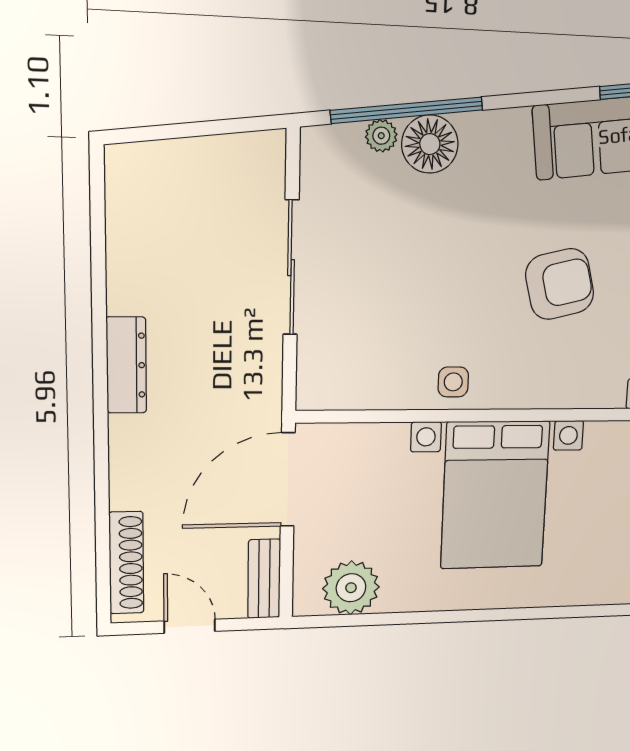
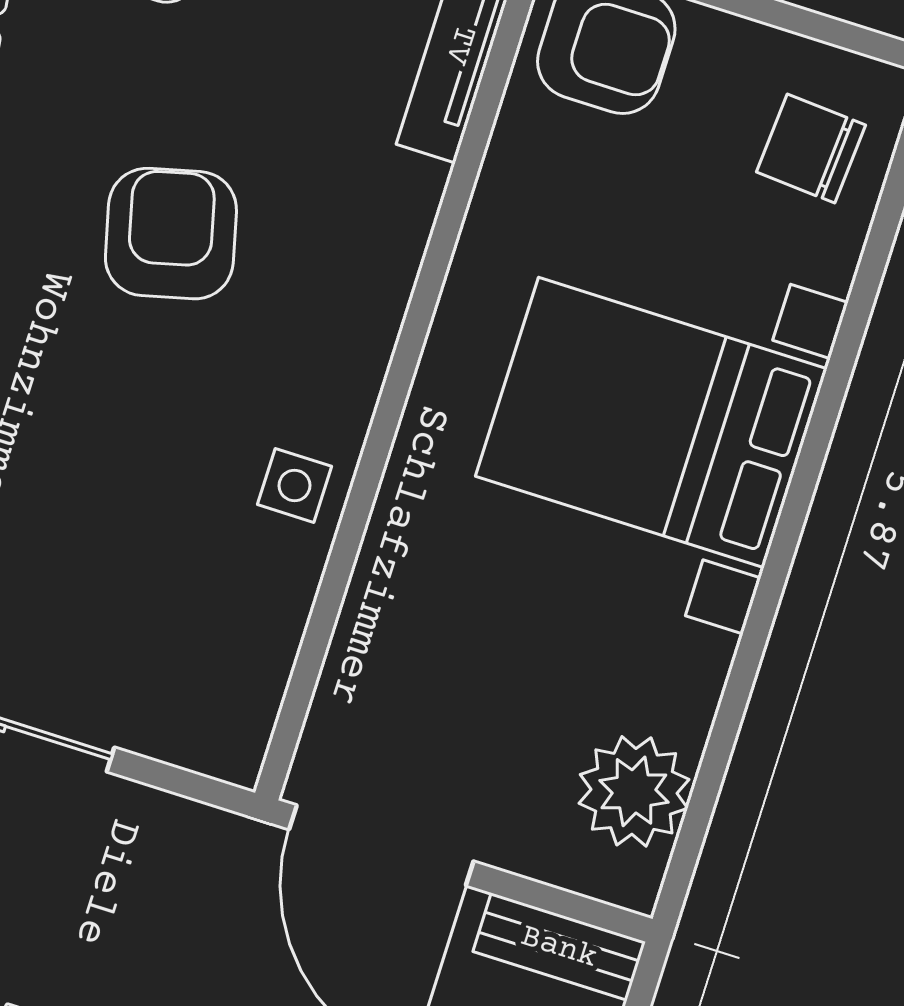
bed with nightstands: (495, 495) -> (651, 423), moved, turned 180

